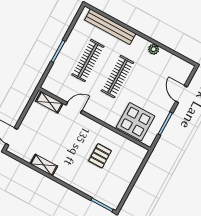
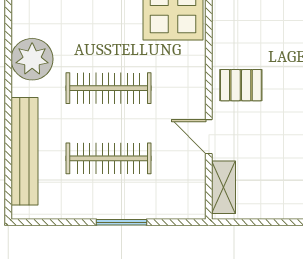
plant: (154, 49) -> (32, 59), width x1.88, depth x1.88
pallet: (100, 156) -> (241, 85), moved

